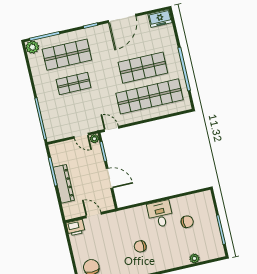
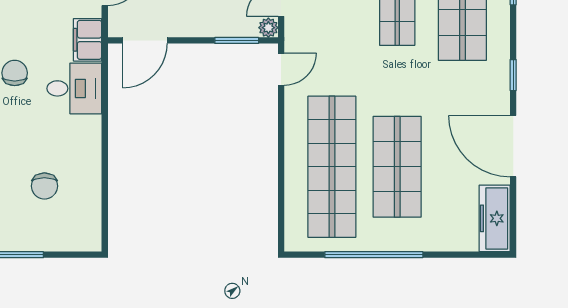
freezer: (160, 18) -> (495, 218), width x1.40
door: (109, 178) -> (145, 40), moved
desk: (160, 214) -> (74, 88), moved
filing cabinet: (118, 217) -> (88, 40), added

